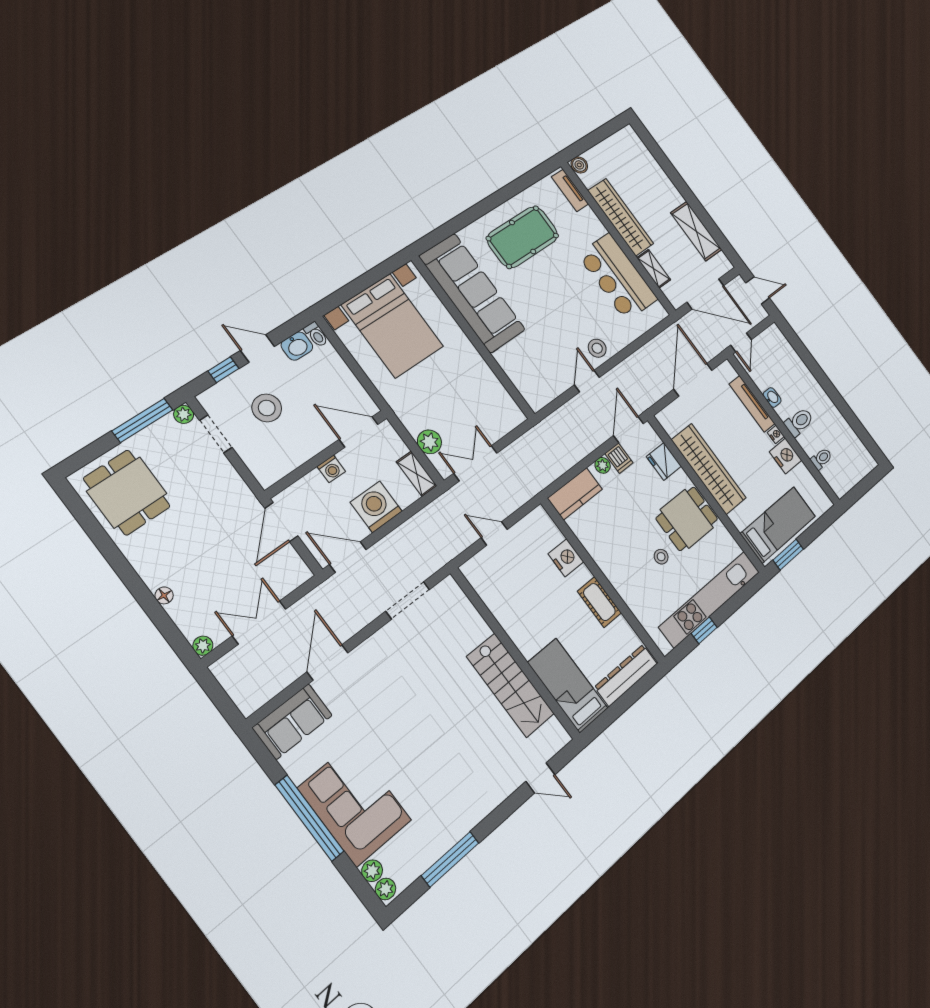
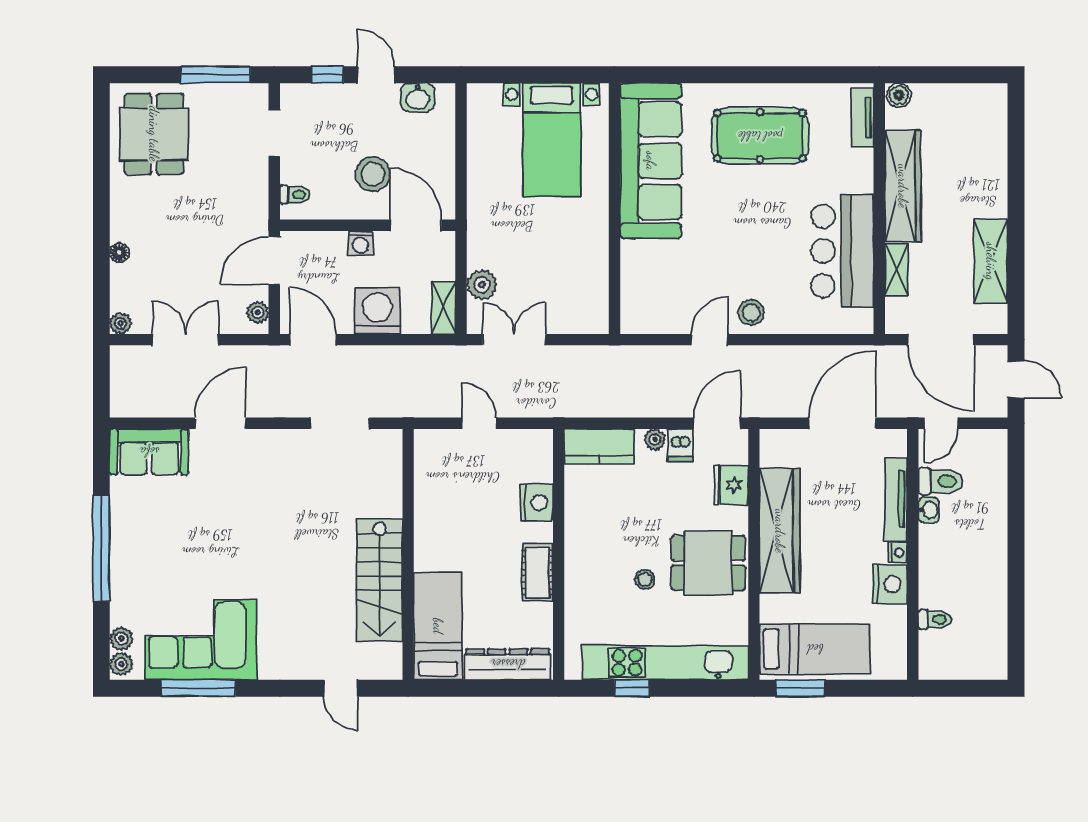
bed with nightstands: (393, 326) -> (552, 140), width x0.73
toilet: (316, 335) -> (295, 195), moved, turned -90
stool: (267, 408) -> (373, 174), moved
plant: (184, 414) -> (258, 312), moved
toilet: (799, 422) -> (941, 481), moved
corner sofa: (355, 804) -> (201, 640), moved, turned -90

